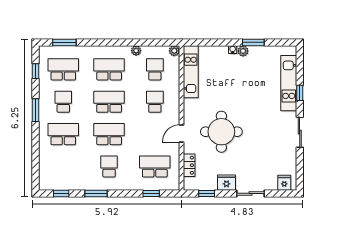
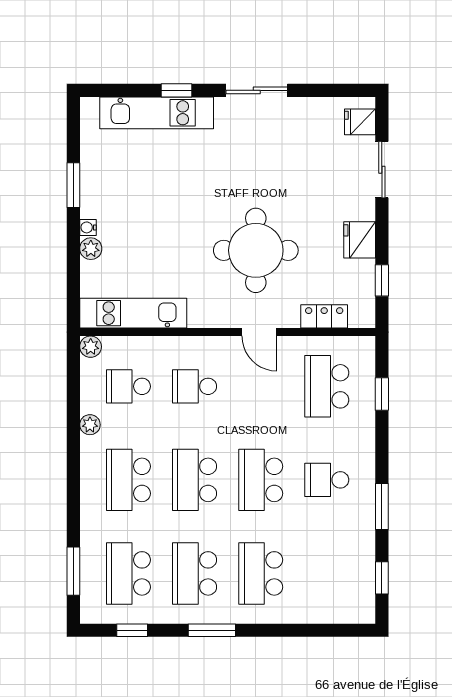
plant: (243, 51) -> (91, 249), moved
school desk: (63, 102) -> (195, 573), width x1.85
sliding door: (251, 193) -> (382, 170), moved

